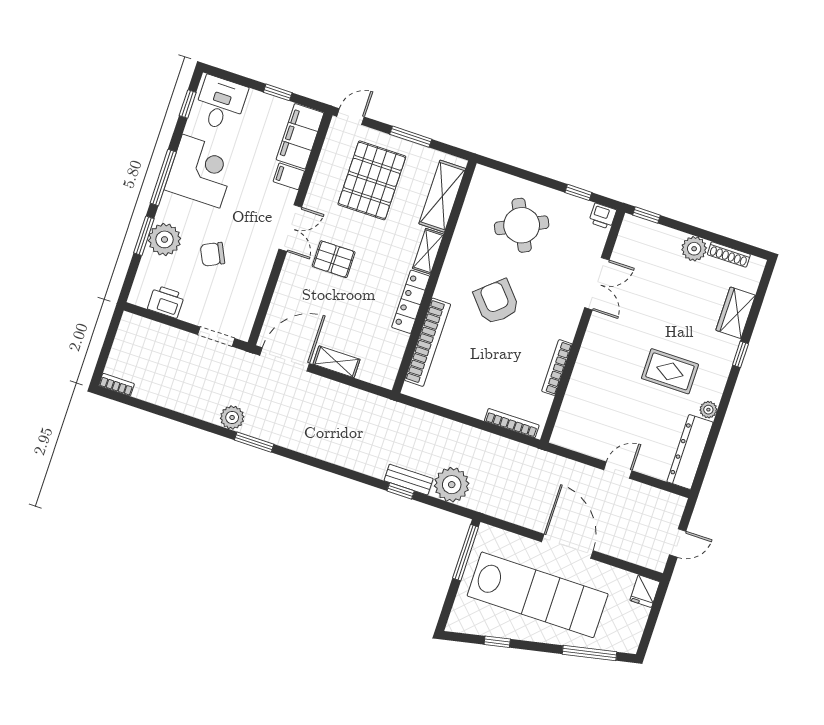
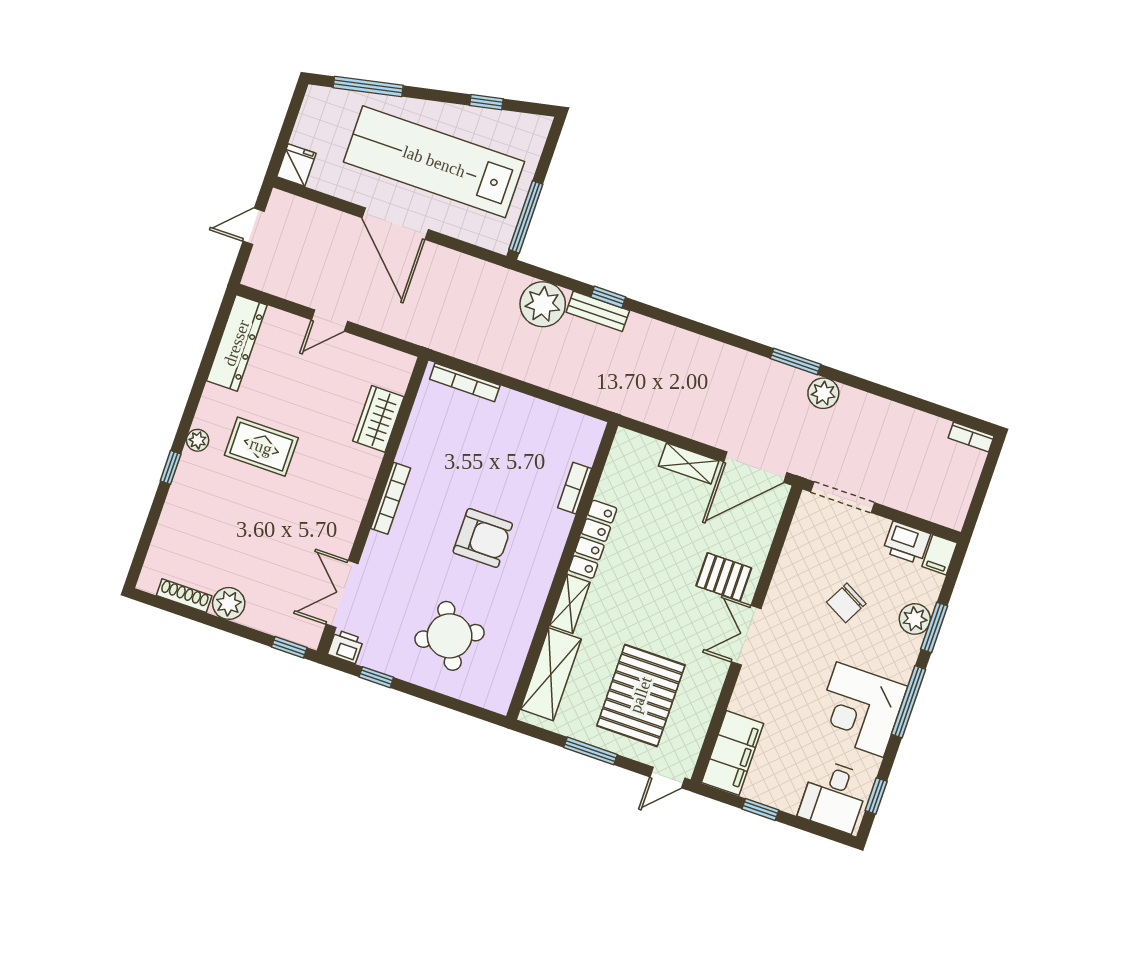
filing cabinet: (289, 176) -> (940, 555), moved, turned 90
plant: (165, 239) -> (915, 619), width x0.73, depth x0.73
chair: (213, 254) -> (846, 603), turned 144
pallet: (334, 259) -> (724, 577), moved
double door: (597, 284) -> (342, 594), moved
armchair: (496, 302) -> (483, 538), turned -49
wardrobe: (736, 313) -> (378, 419), moved, turned 180
doorway: (216, 337) -> (843, 497), width x1.38
bookcase: (428, 342) -> (575, 488), width x0.43, depth x0.76
bookcase: (557, 368) -> (391, 498), moved
plant: (708, 410) -> (198, 440), moved

